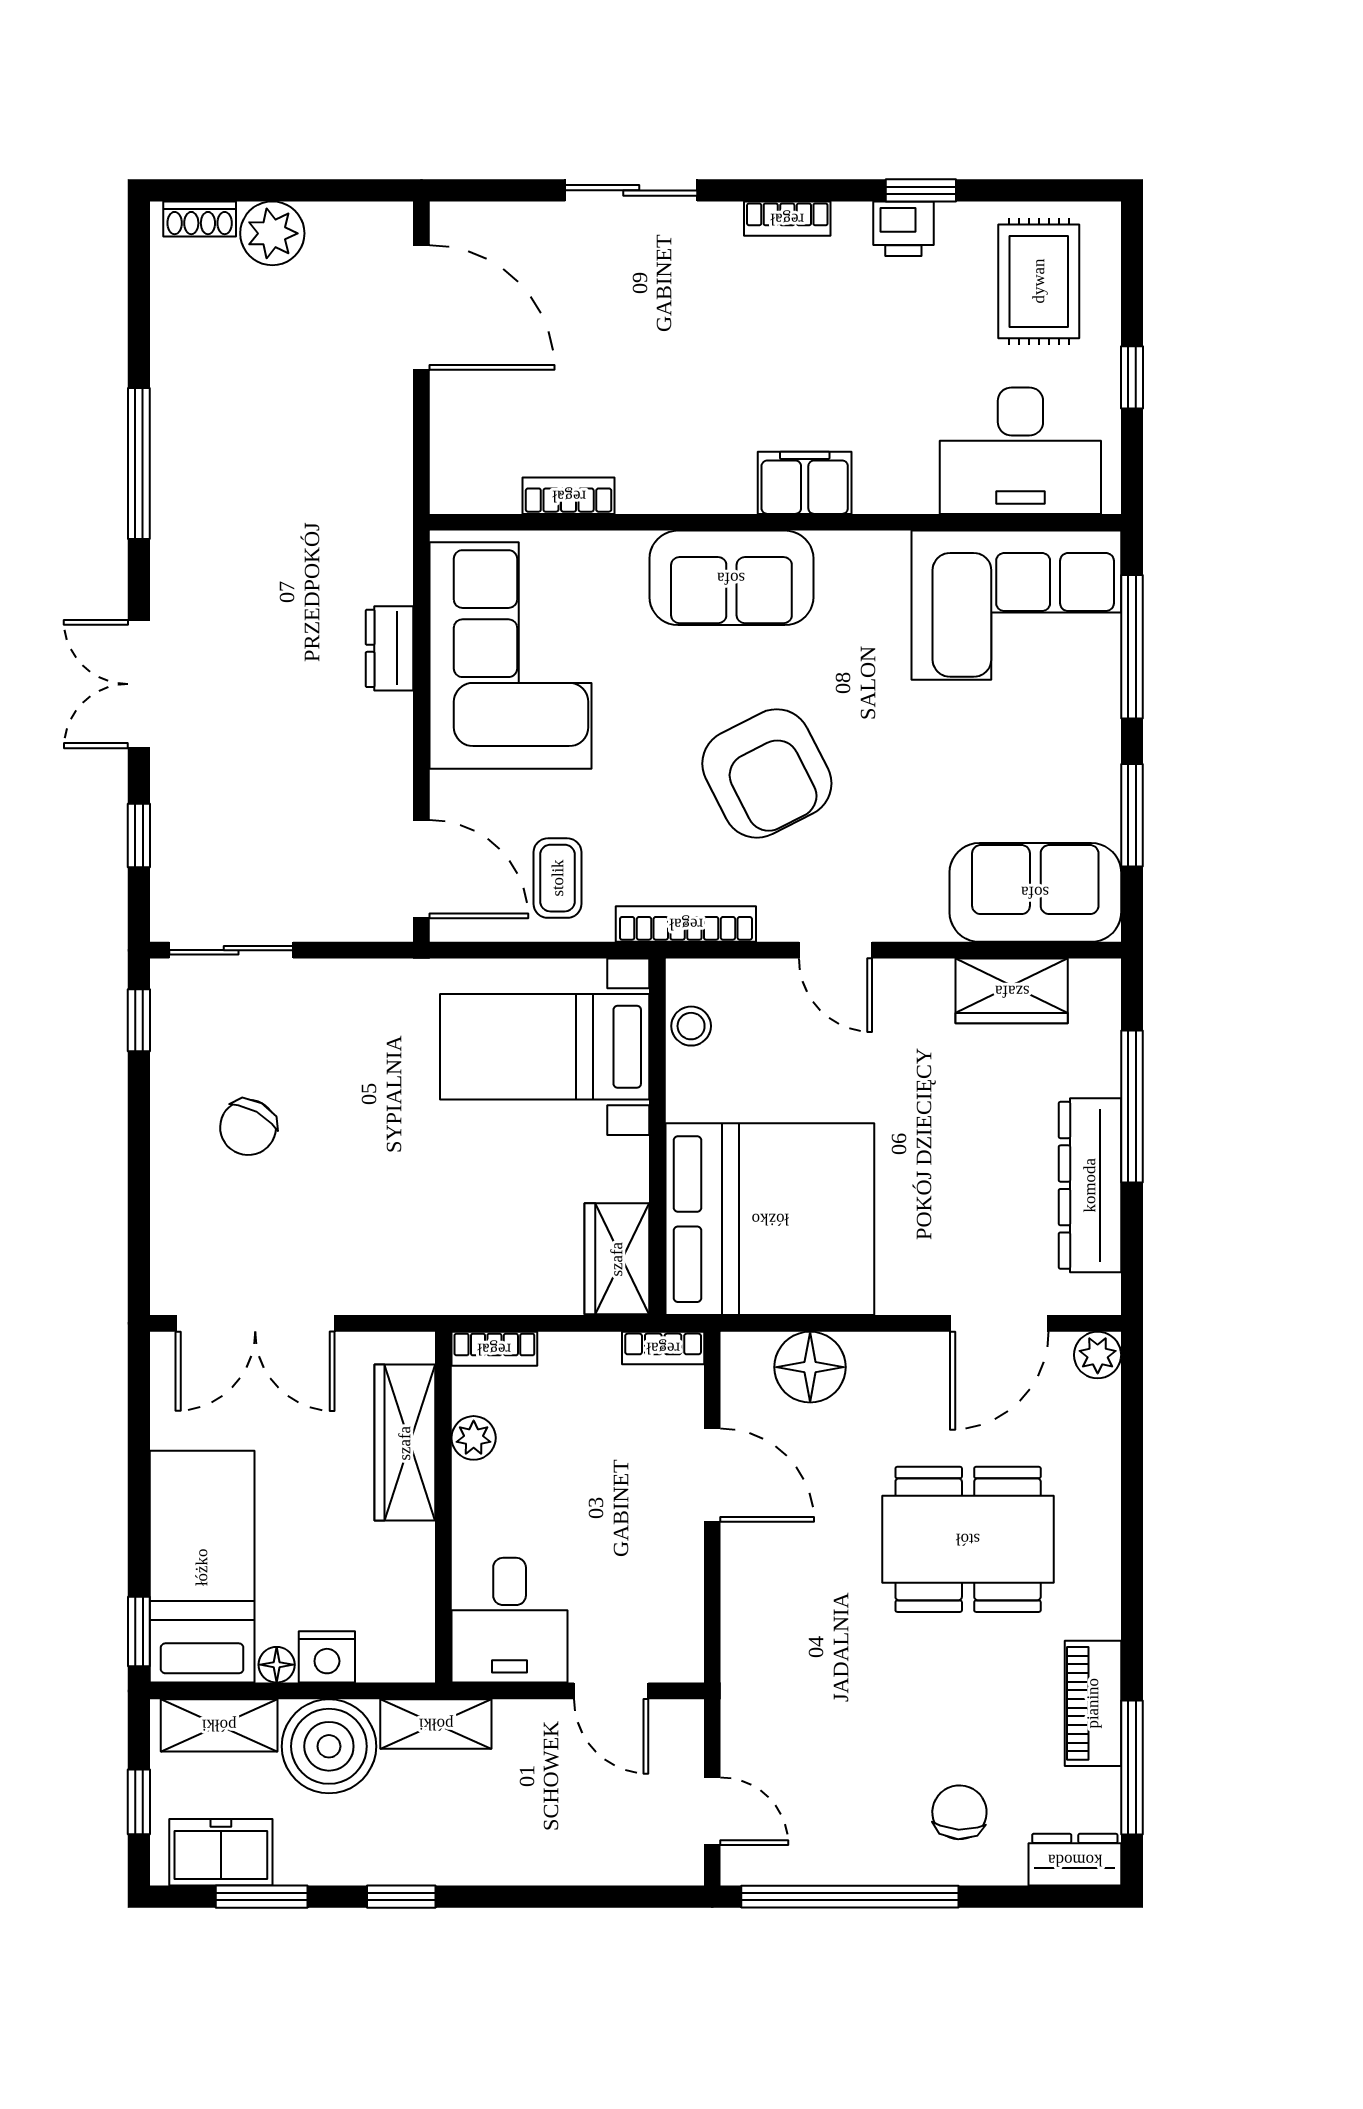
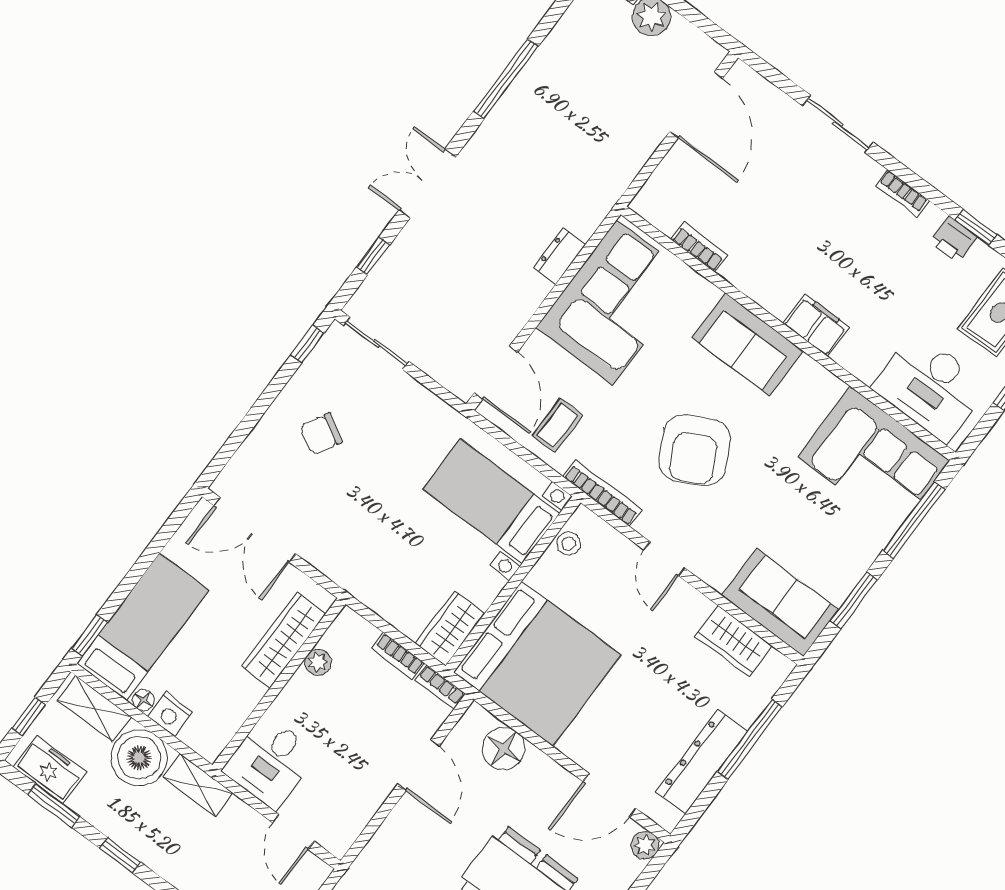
bookcase: (494, 1349) -> (398, 656), moved

